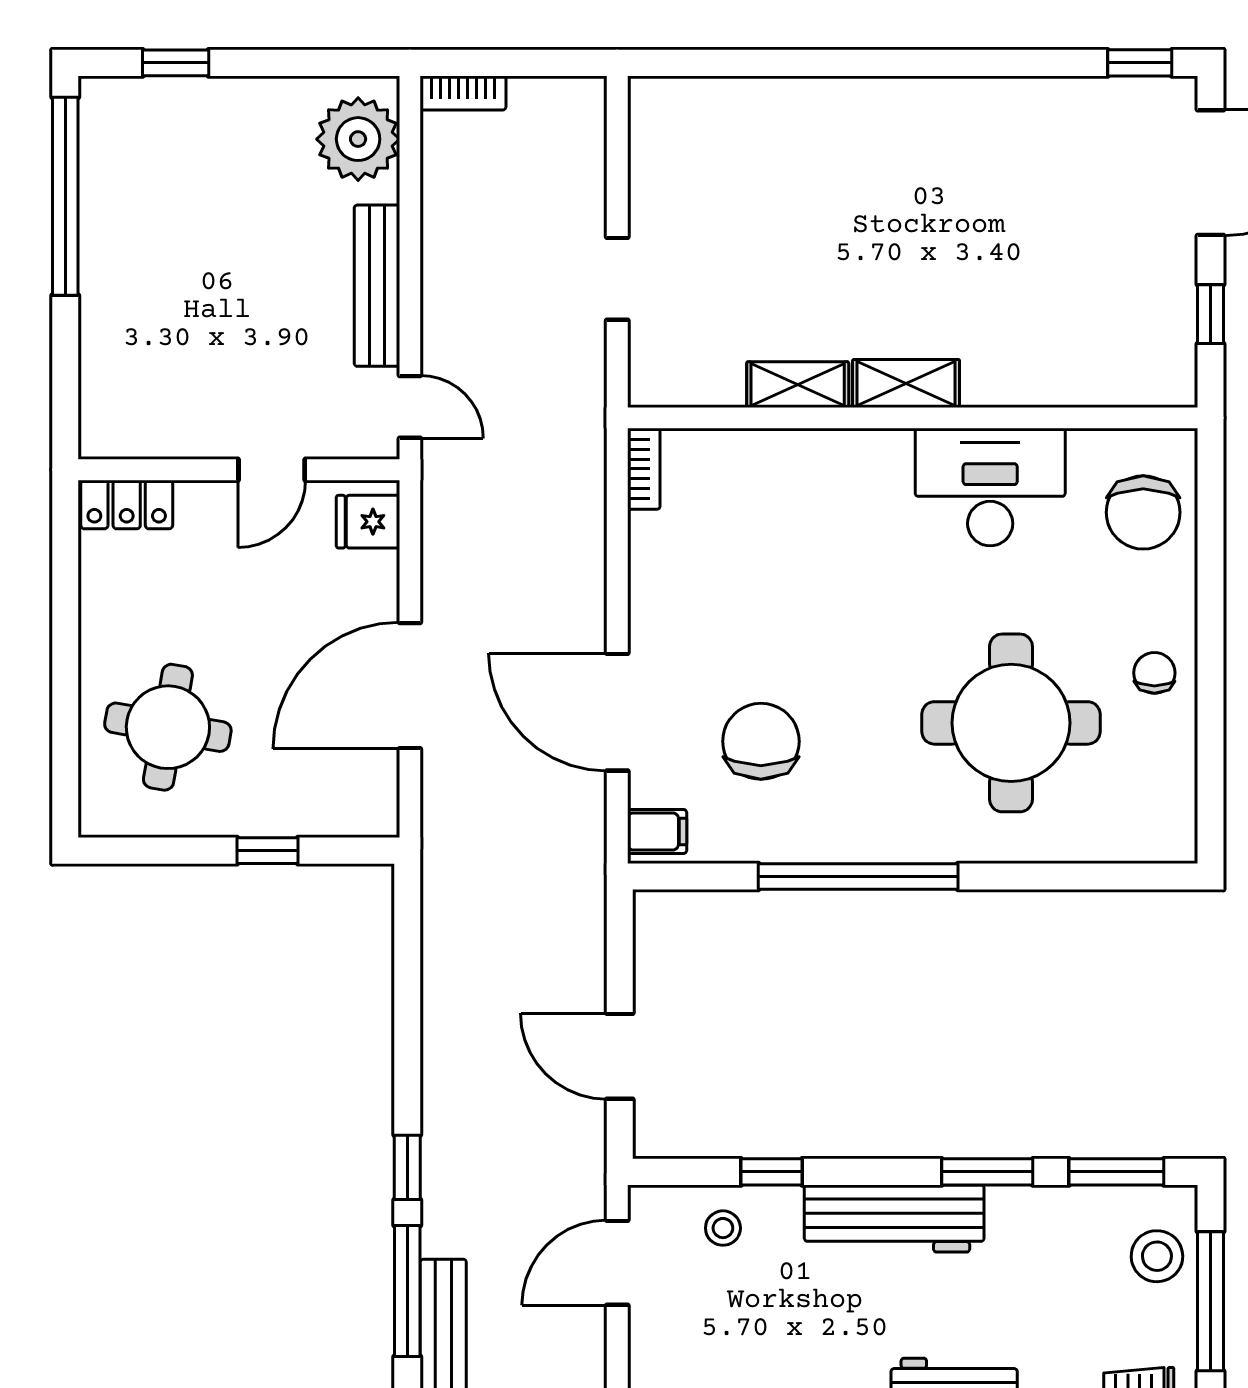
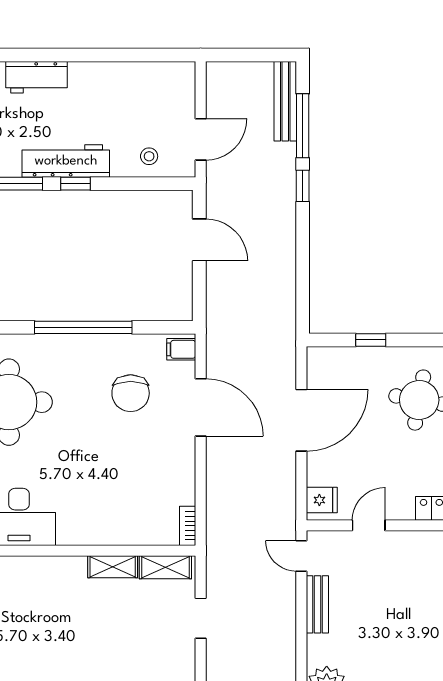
bench: (377, 286) -> (317, 604), width x0.73
shelving: (906, 383) -> (165, 567), moved
window: (771, 1172) -> (75, 184), moved

